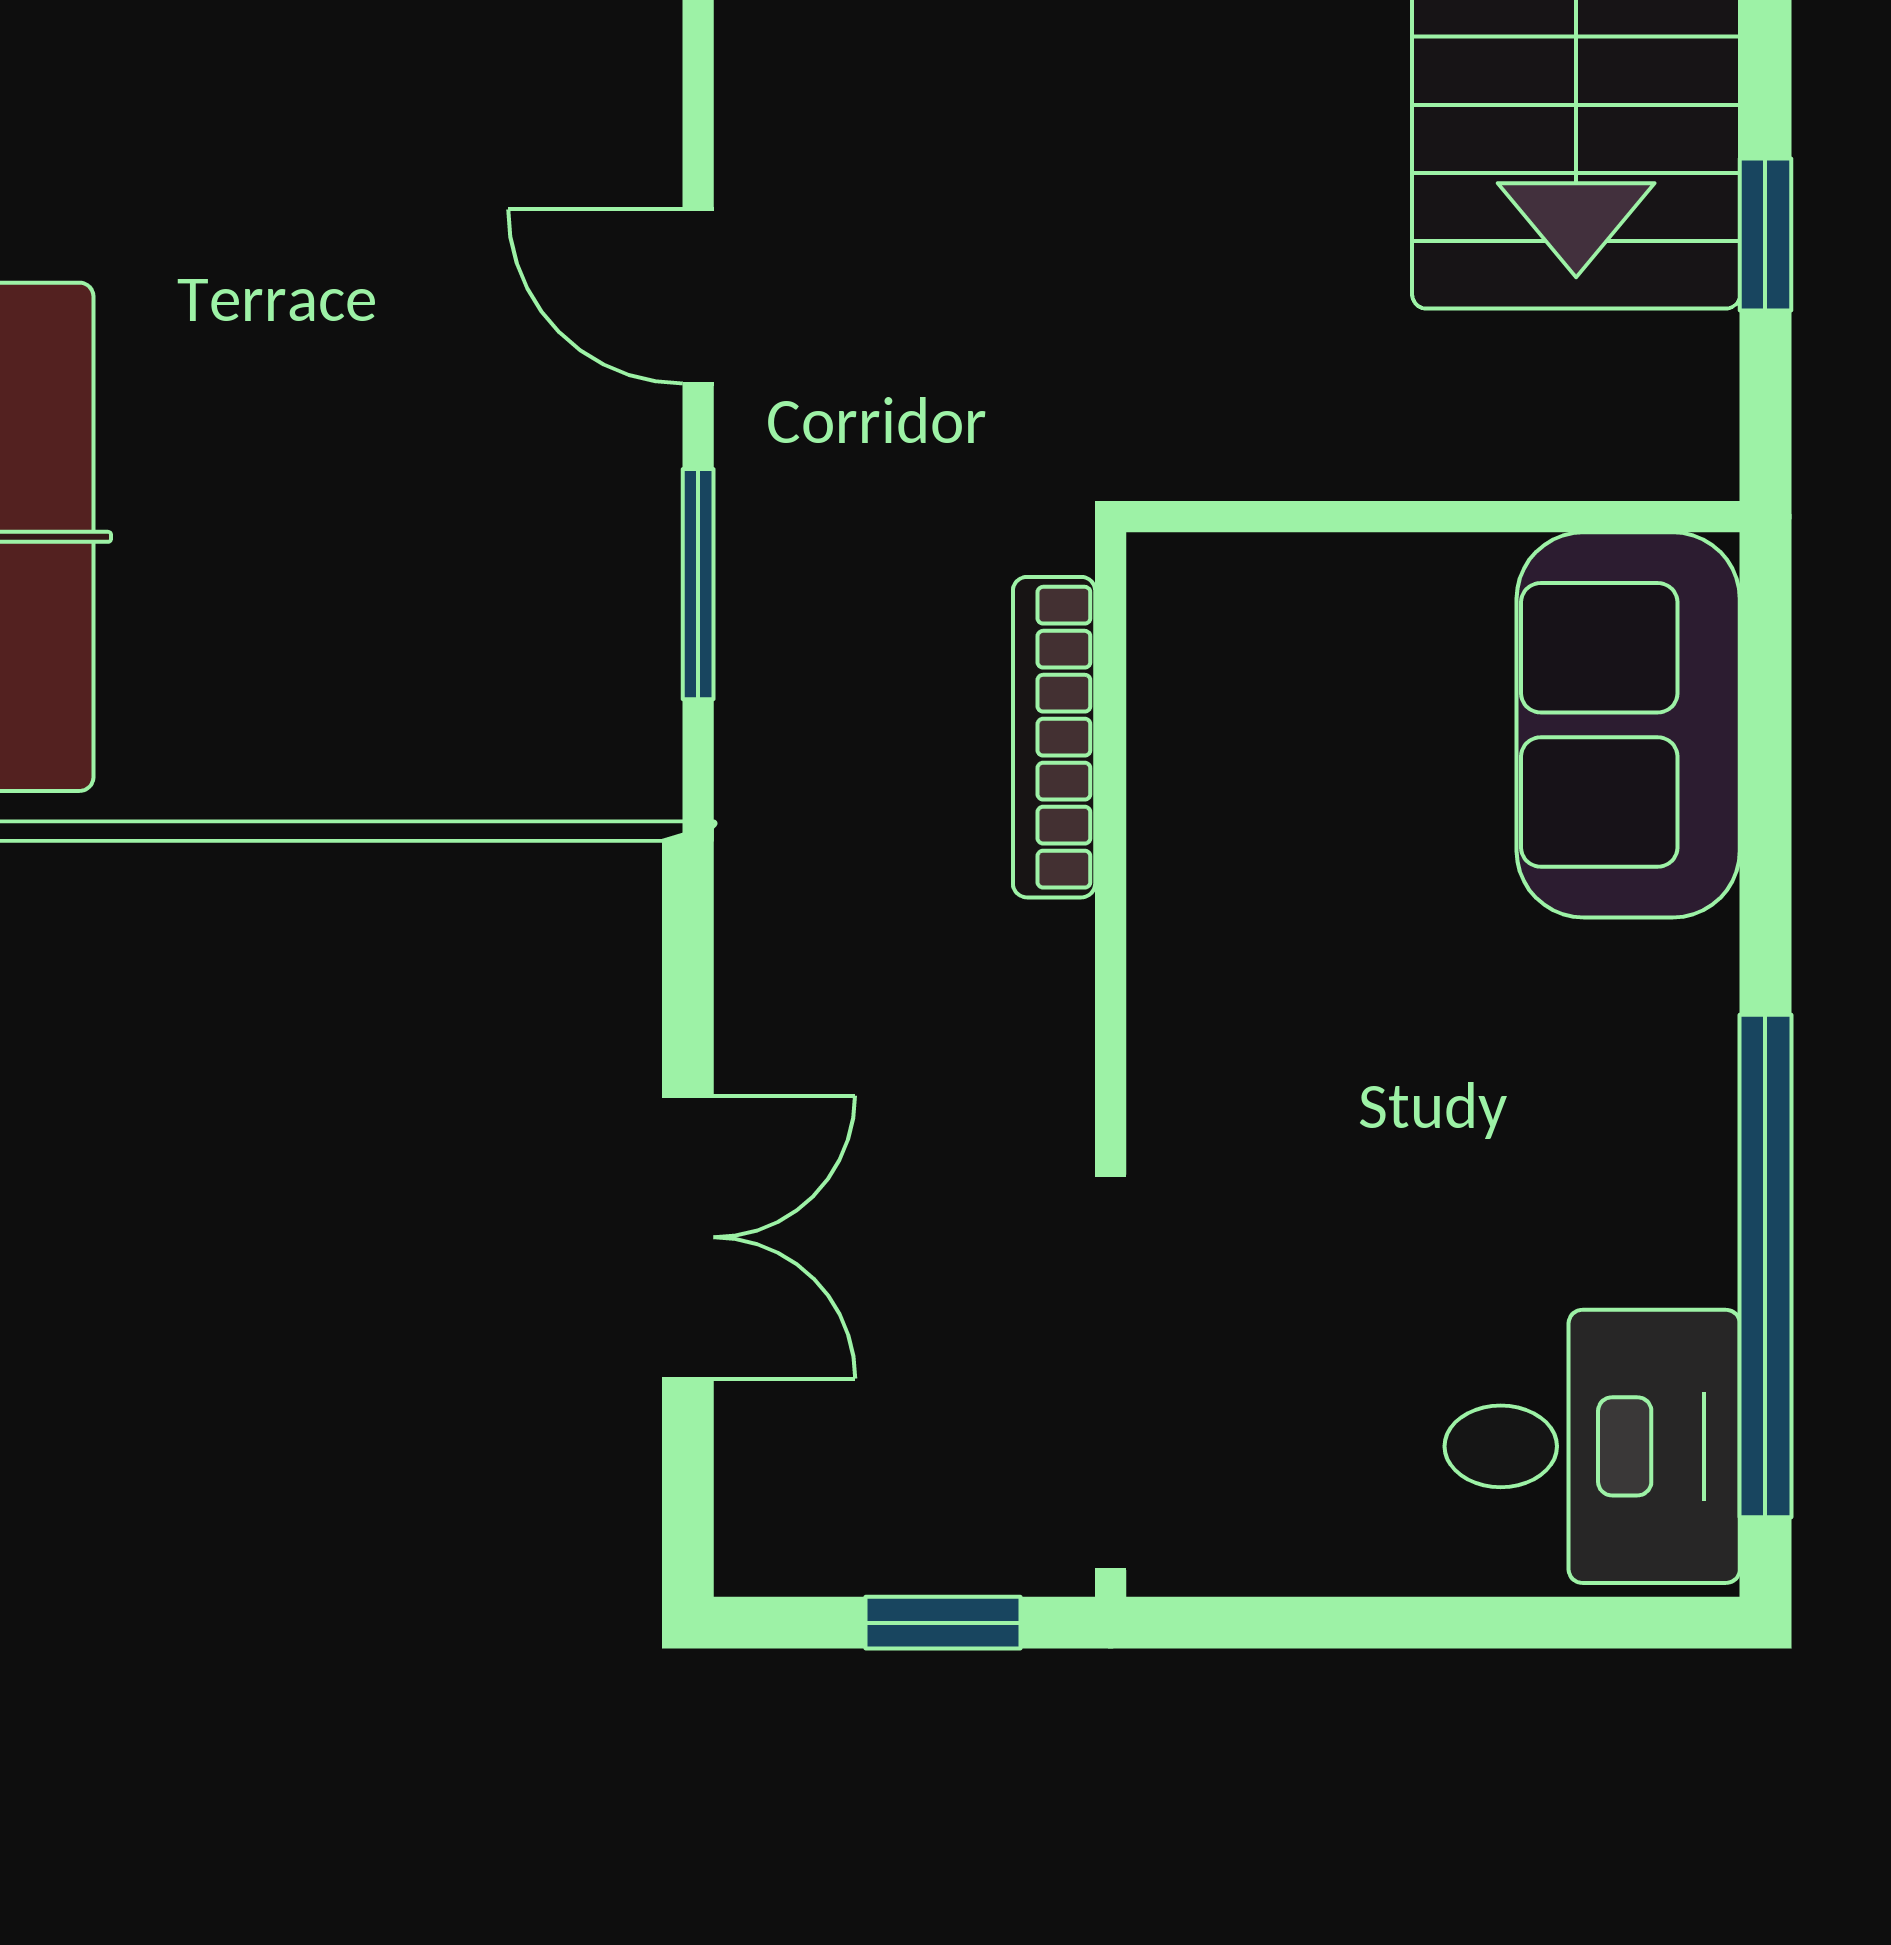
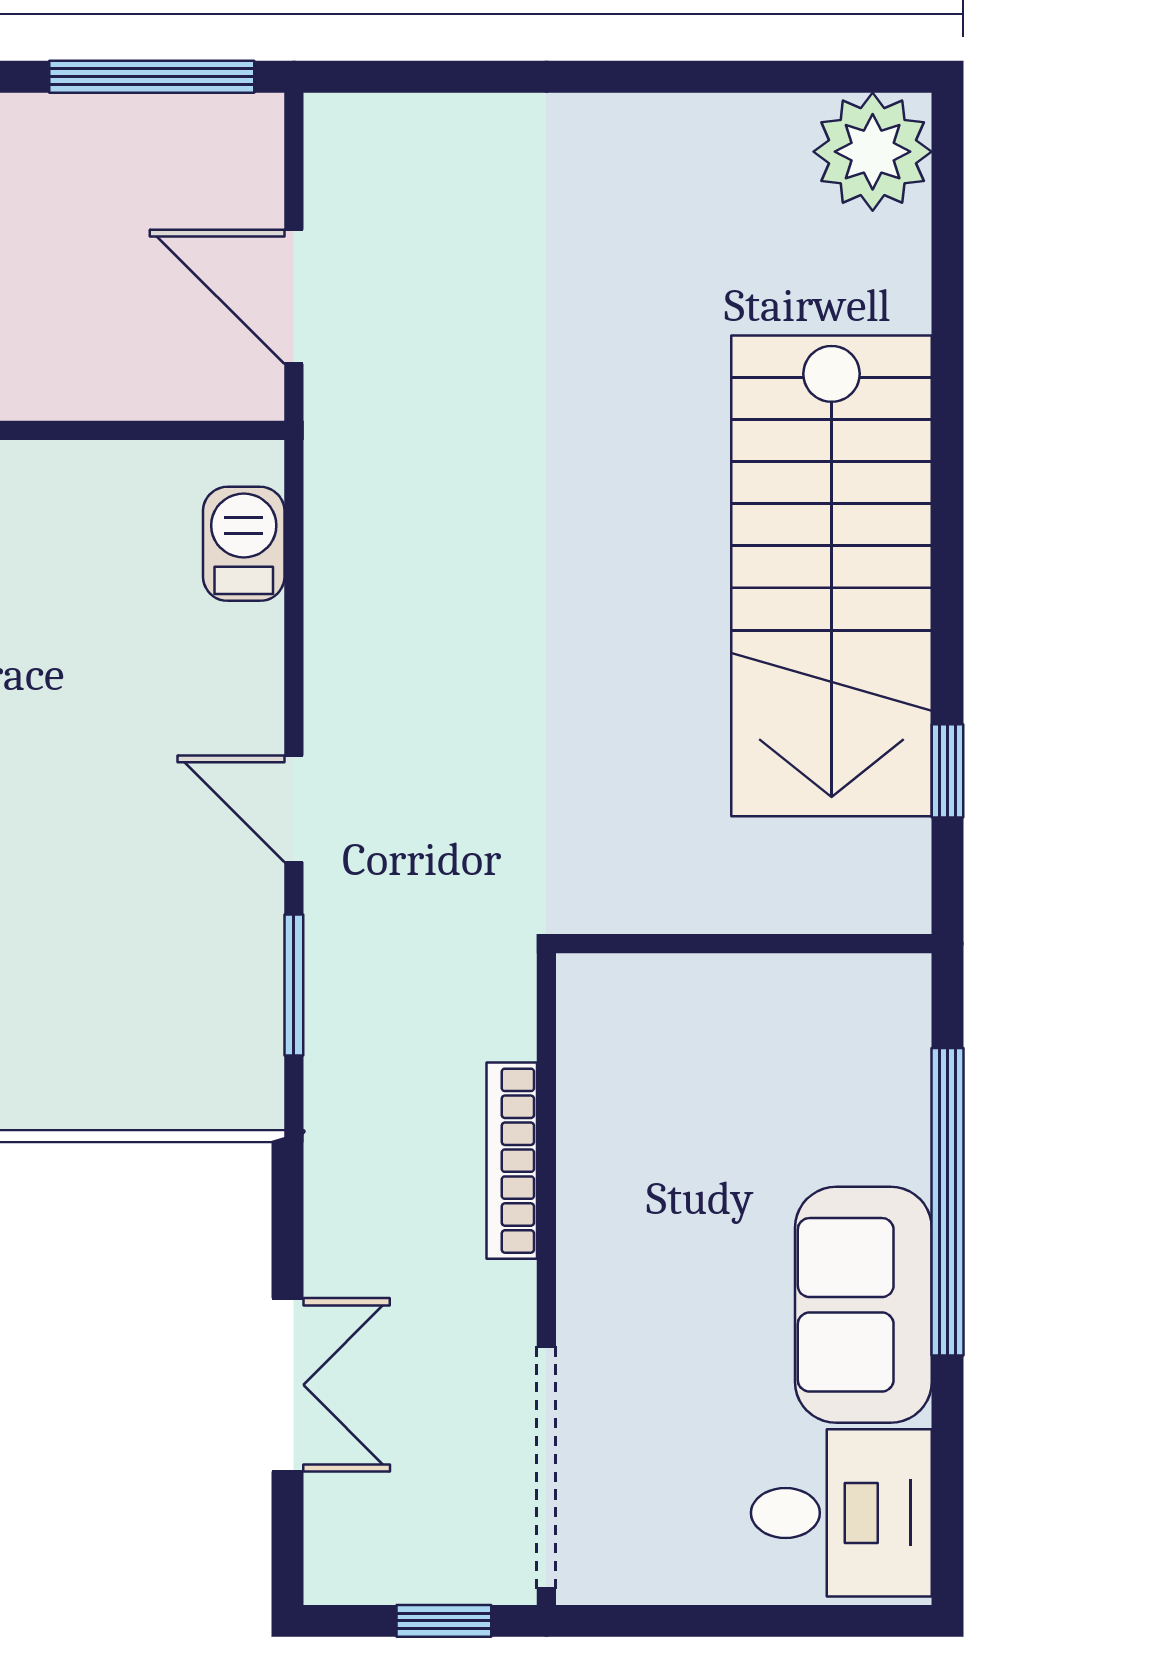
sofa: (1628, 725) -> (863, 1305), moved
bookcase: (1054, 737) -> (512, 1161), moved
window: (1765, 1266) -> (948, 1202), moved

